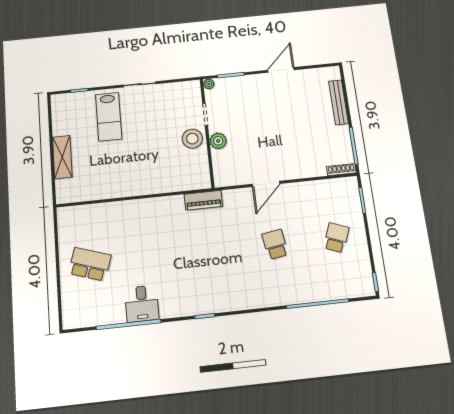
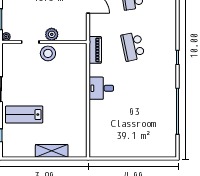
lab bench: (109, 117) -> (24, 115), turned 180
school desk: (90, 264) -> (133, 46), moved, turned -30
desk: (142, 304) -> (101, 88), moved, turned 180

